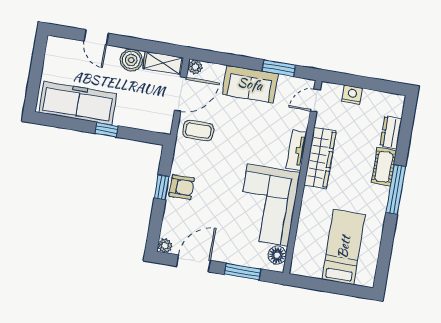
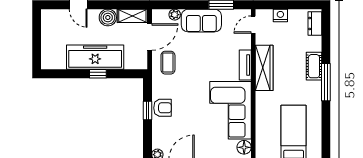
plant: (195, 67) -> (175, 15), moved
freezer: (78, 103) -> (95, 57), moved
coffee table: (198, 131) -> (168, 63), turned 90
dresser: (391, 132) -> (315, 24), moved

